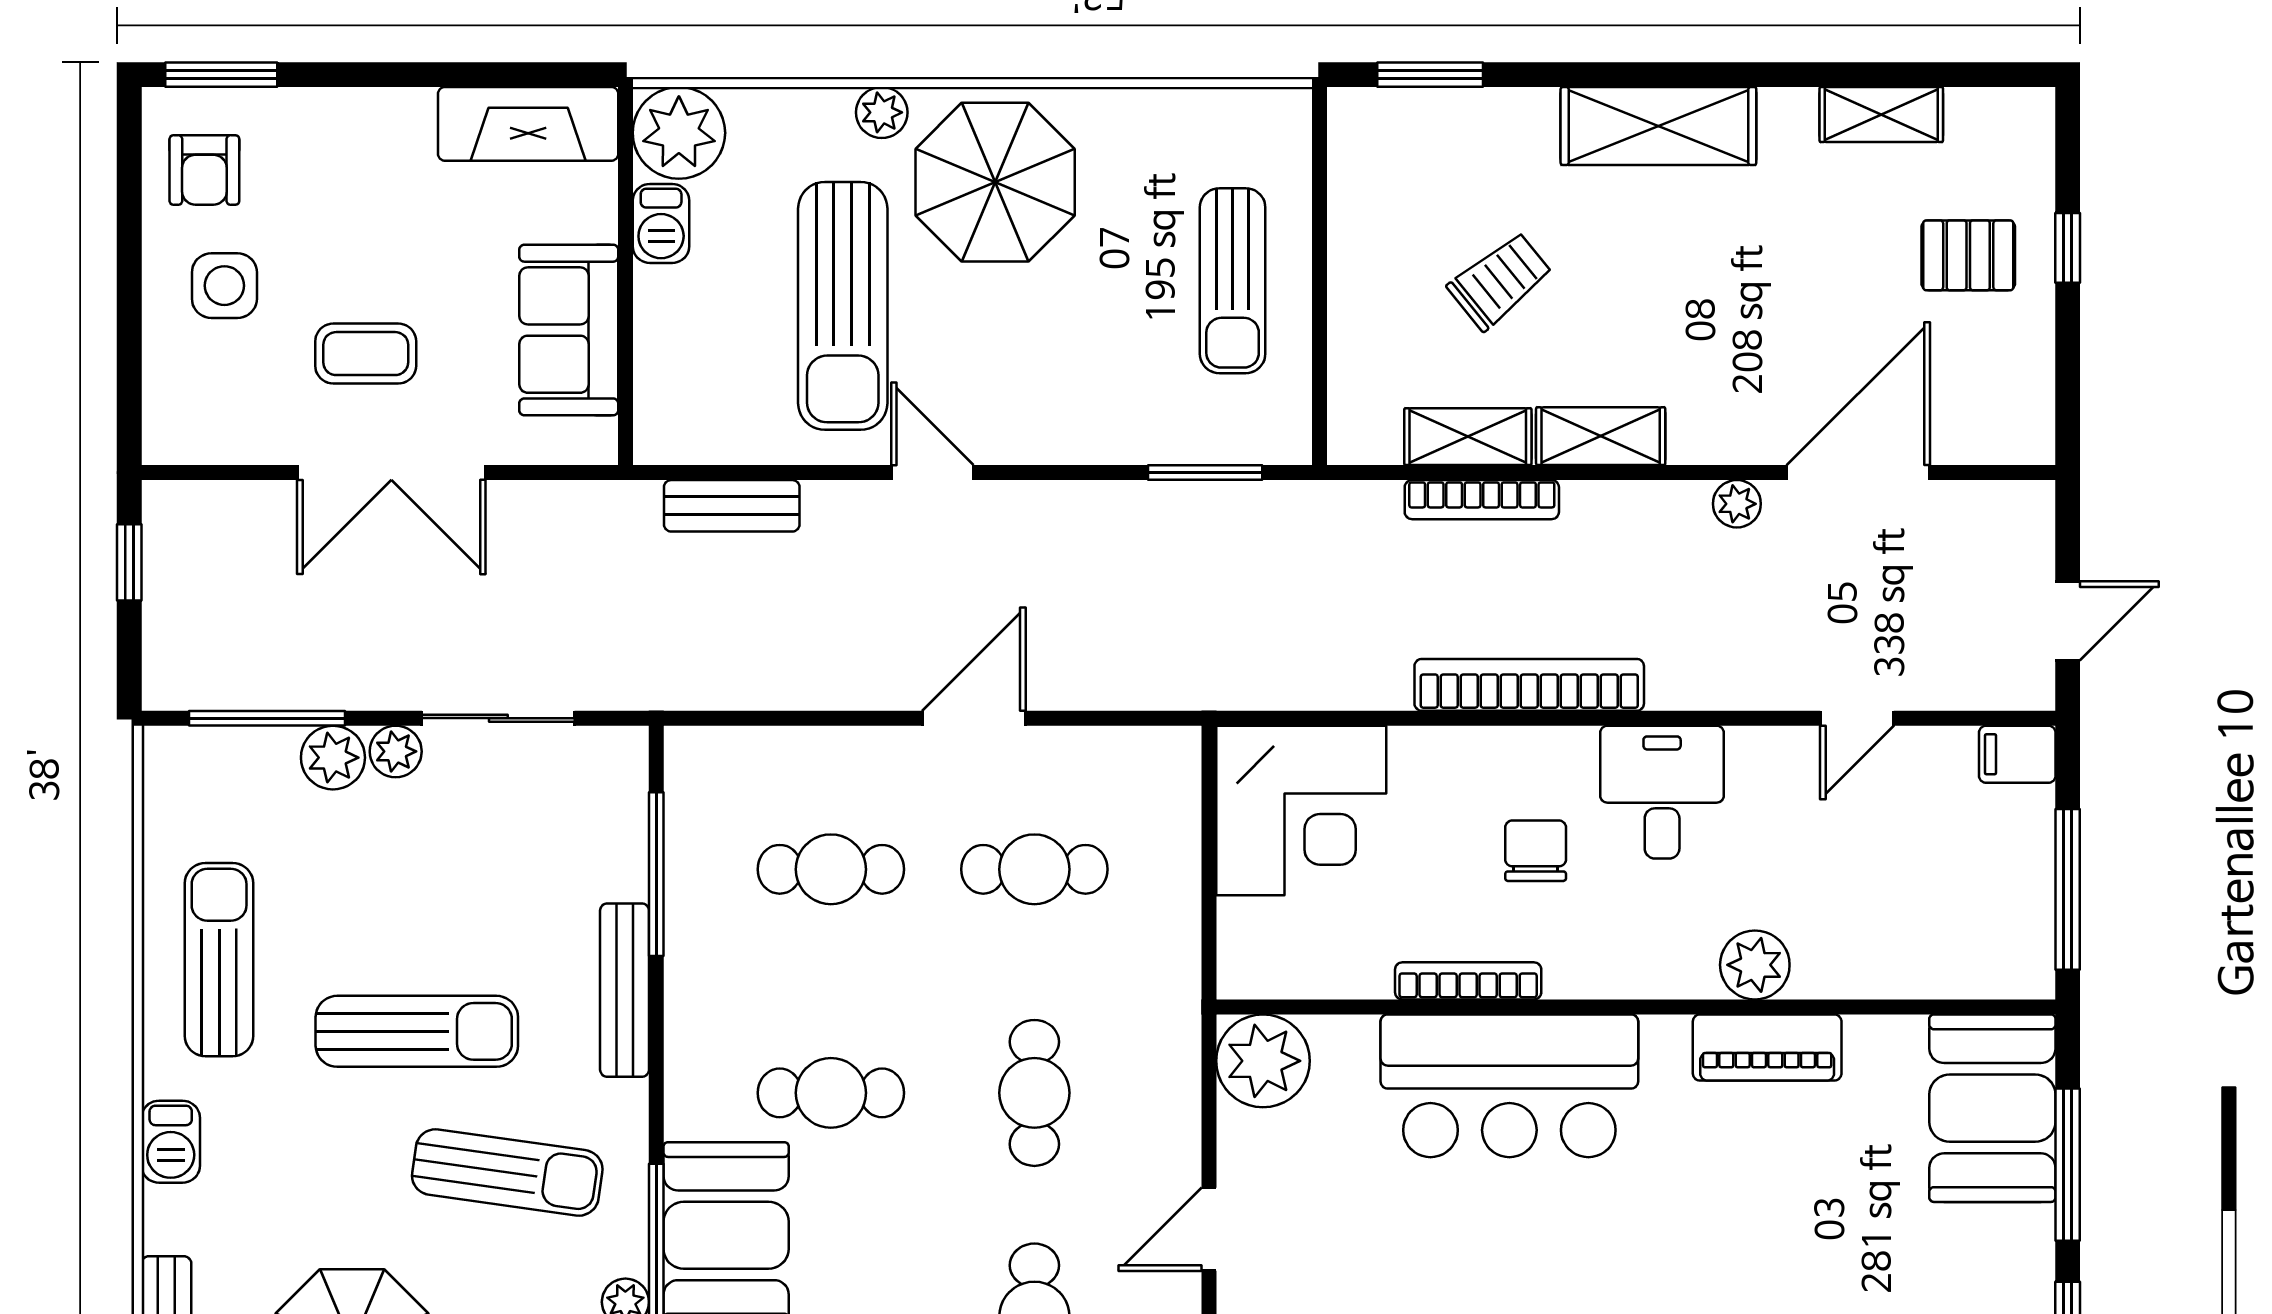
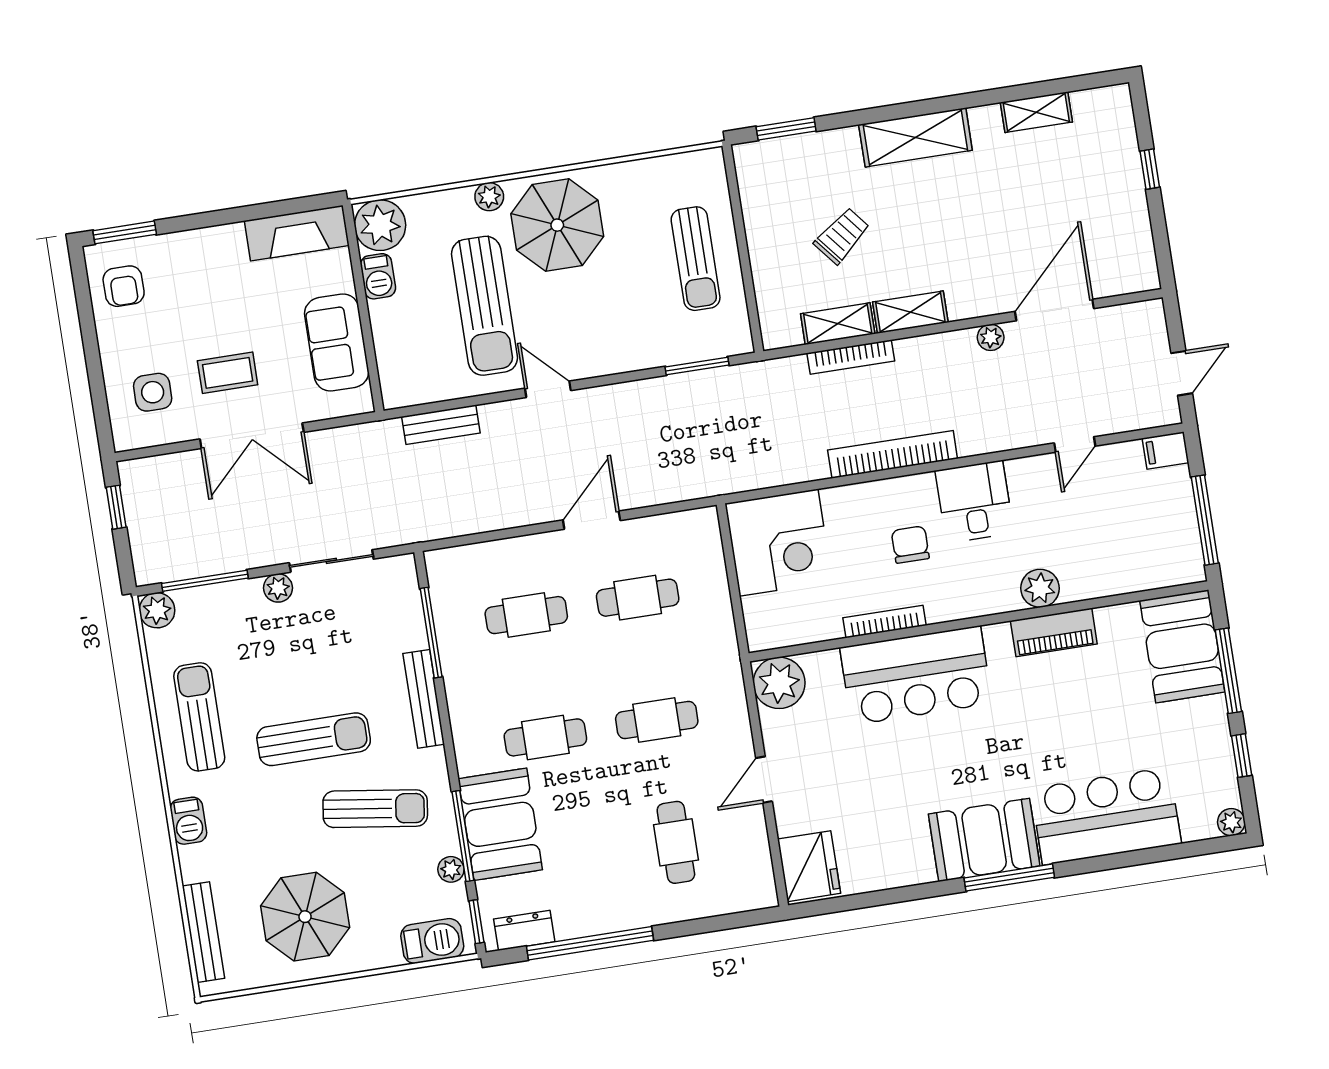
pallet: (1968, 255) -> (1096, 182), removed
side table: (224, 286) -> (153, 392), moved
plant: (333, 758) -> (157, 610), moved
cafe table: (1034, 1093) -> (657, 720), turned 90

